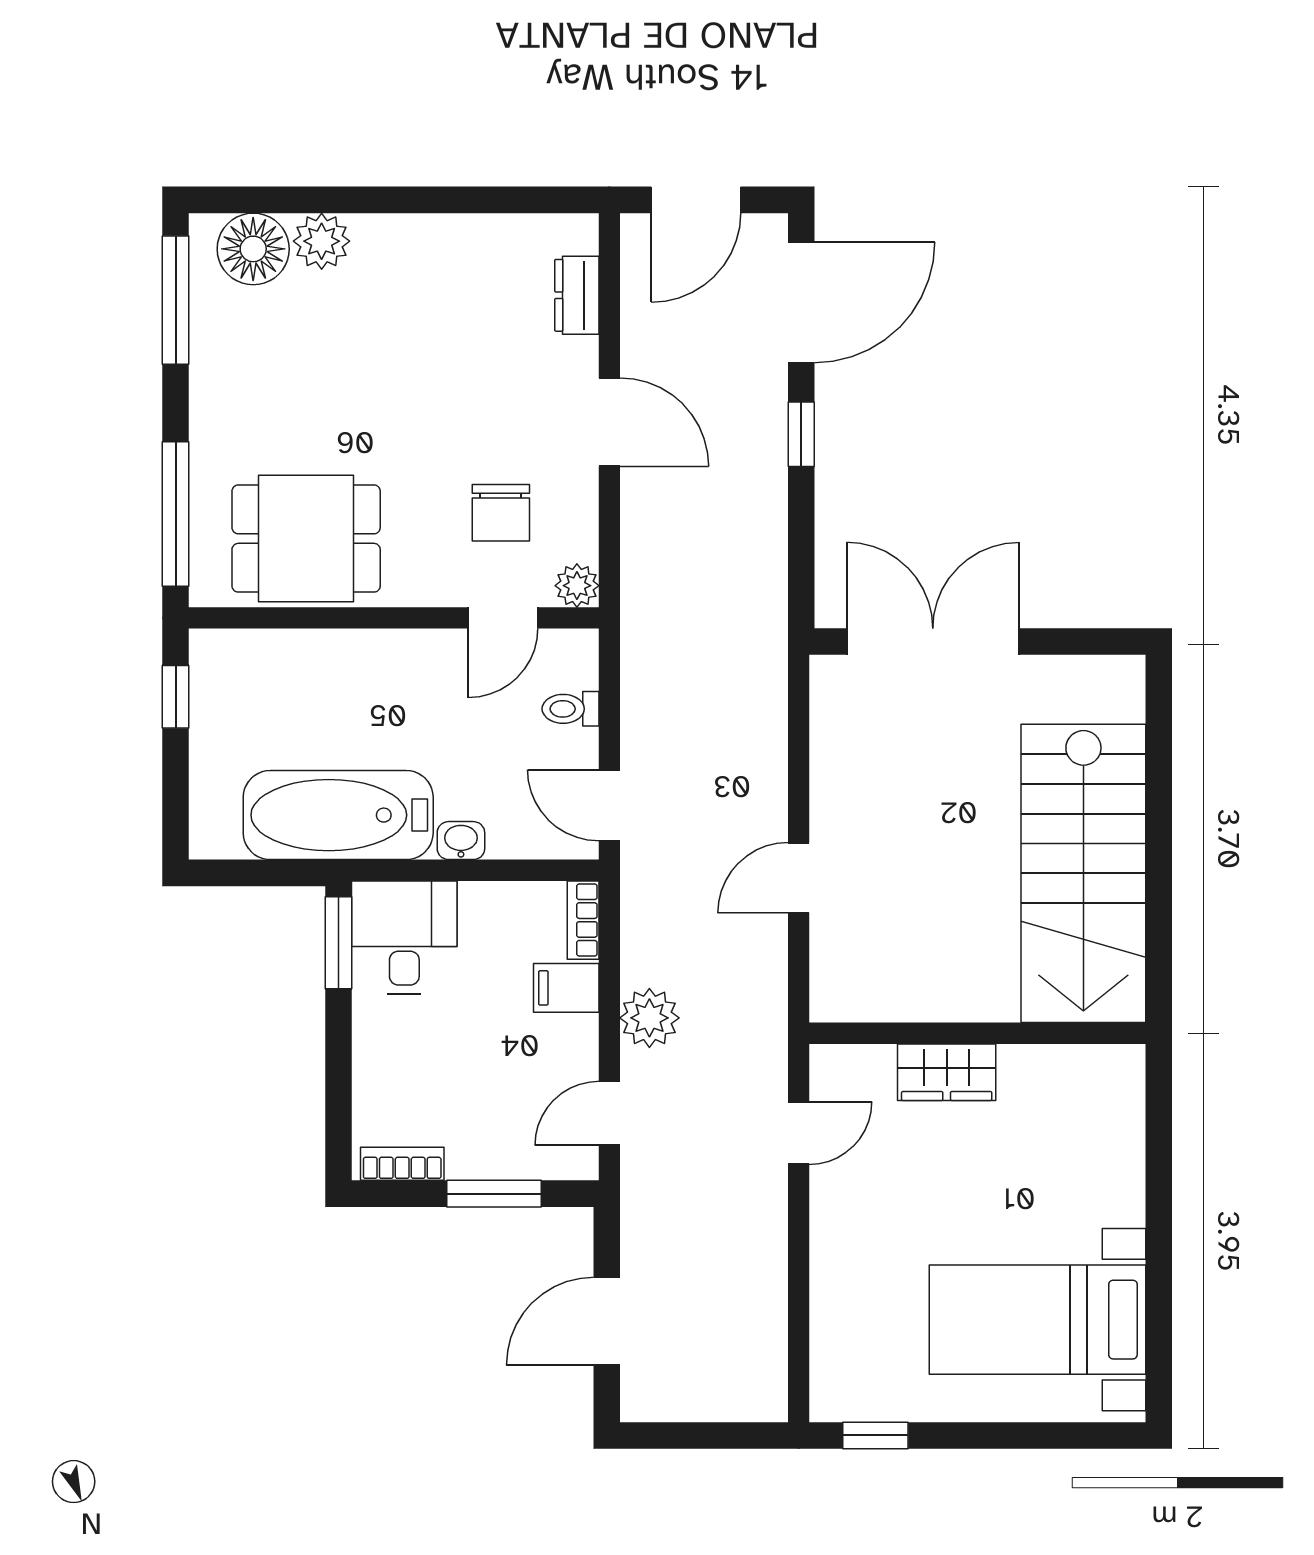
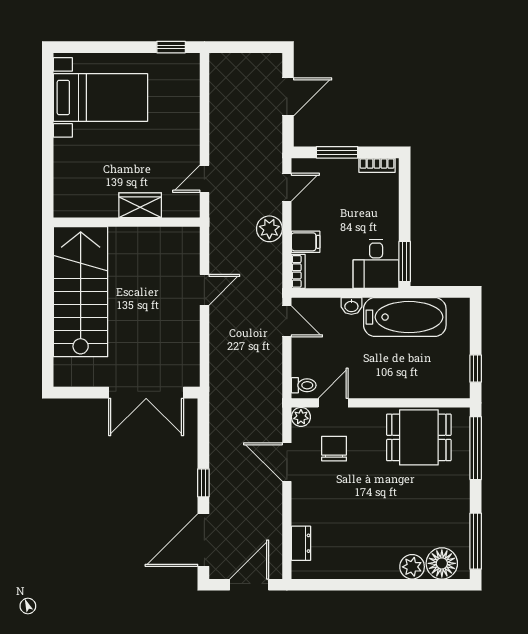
door: (609, 422) -> (287, 462), moved
toilet: (571, 709) -> (304, 385), moved

